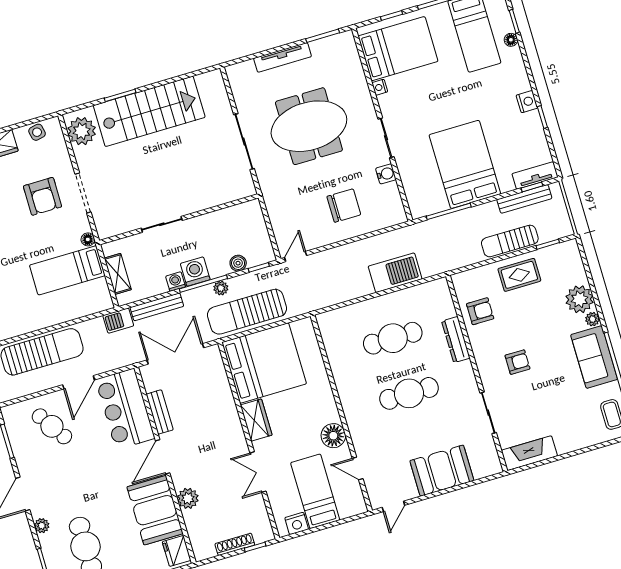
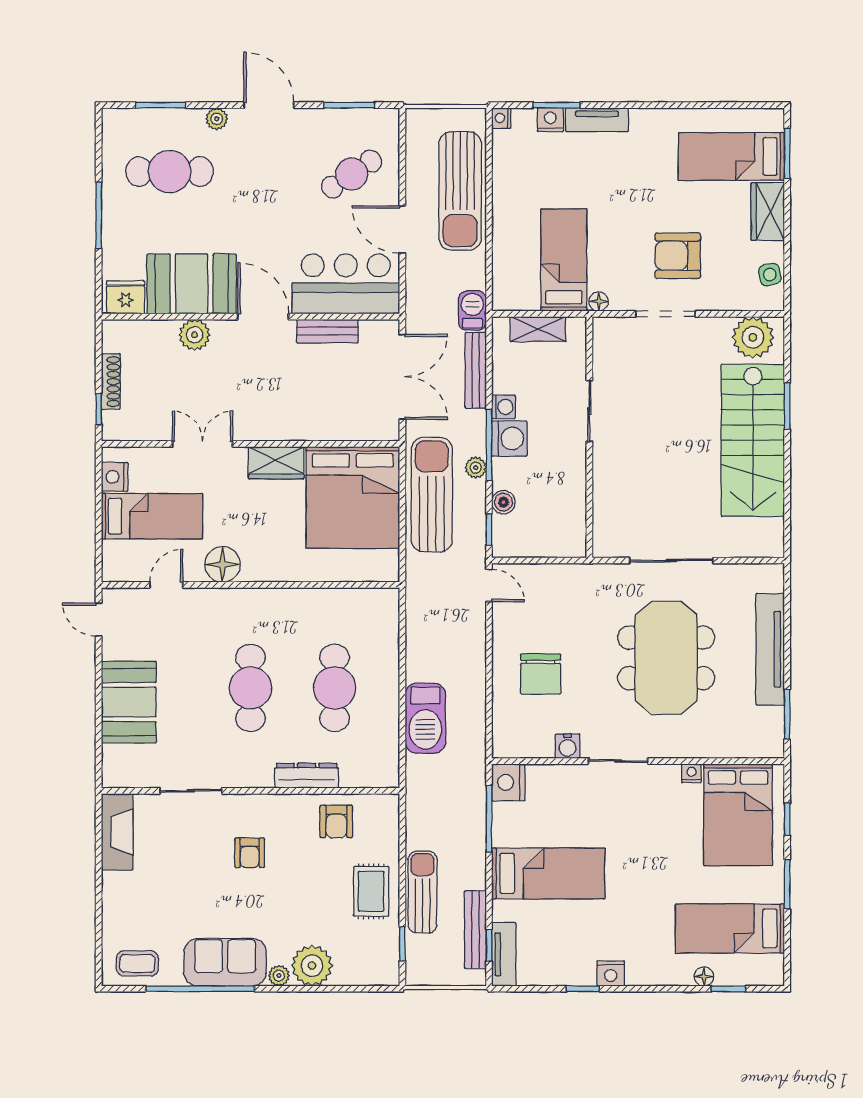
tv unit: (283, 57) -> (770, 649), width x1.36, depth x1.29
bed: (465, 164) -> (548, 873), width x0.67
nightstand: (421, 206) -> (508, 782), added

